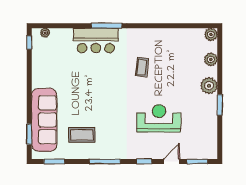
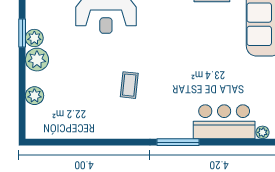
plant: (211, 34) -> (34, 38), moved
bar counter: (96, 40) -> (224, 122), moved

